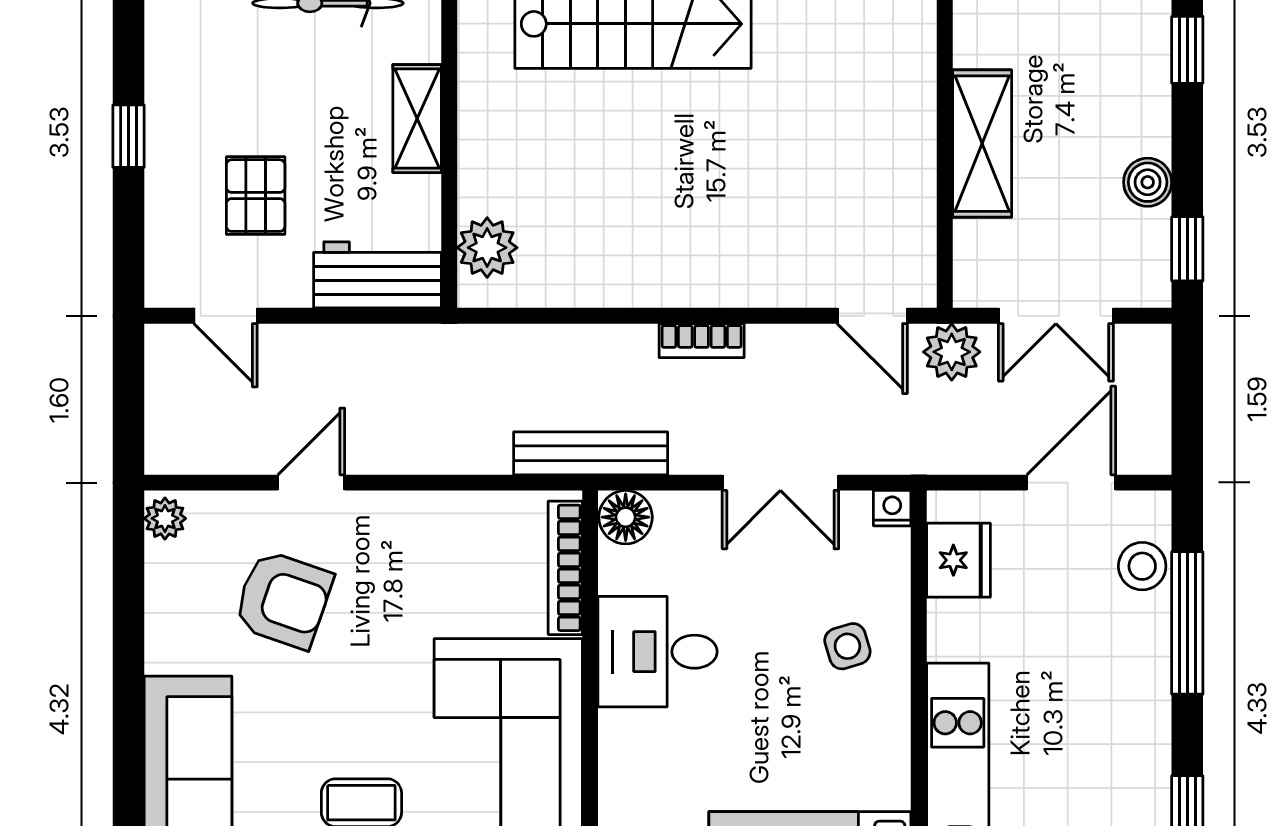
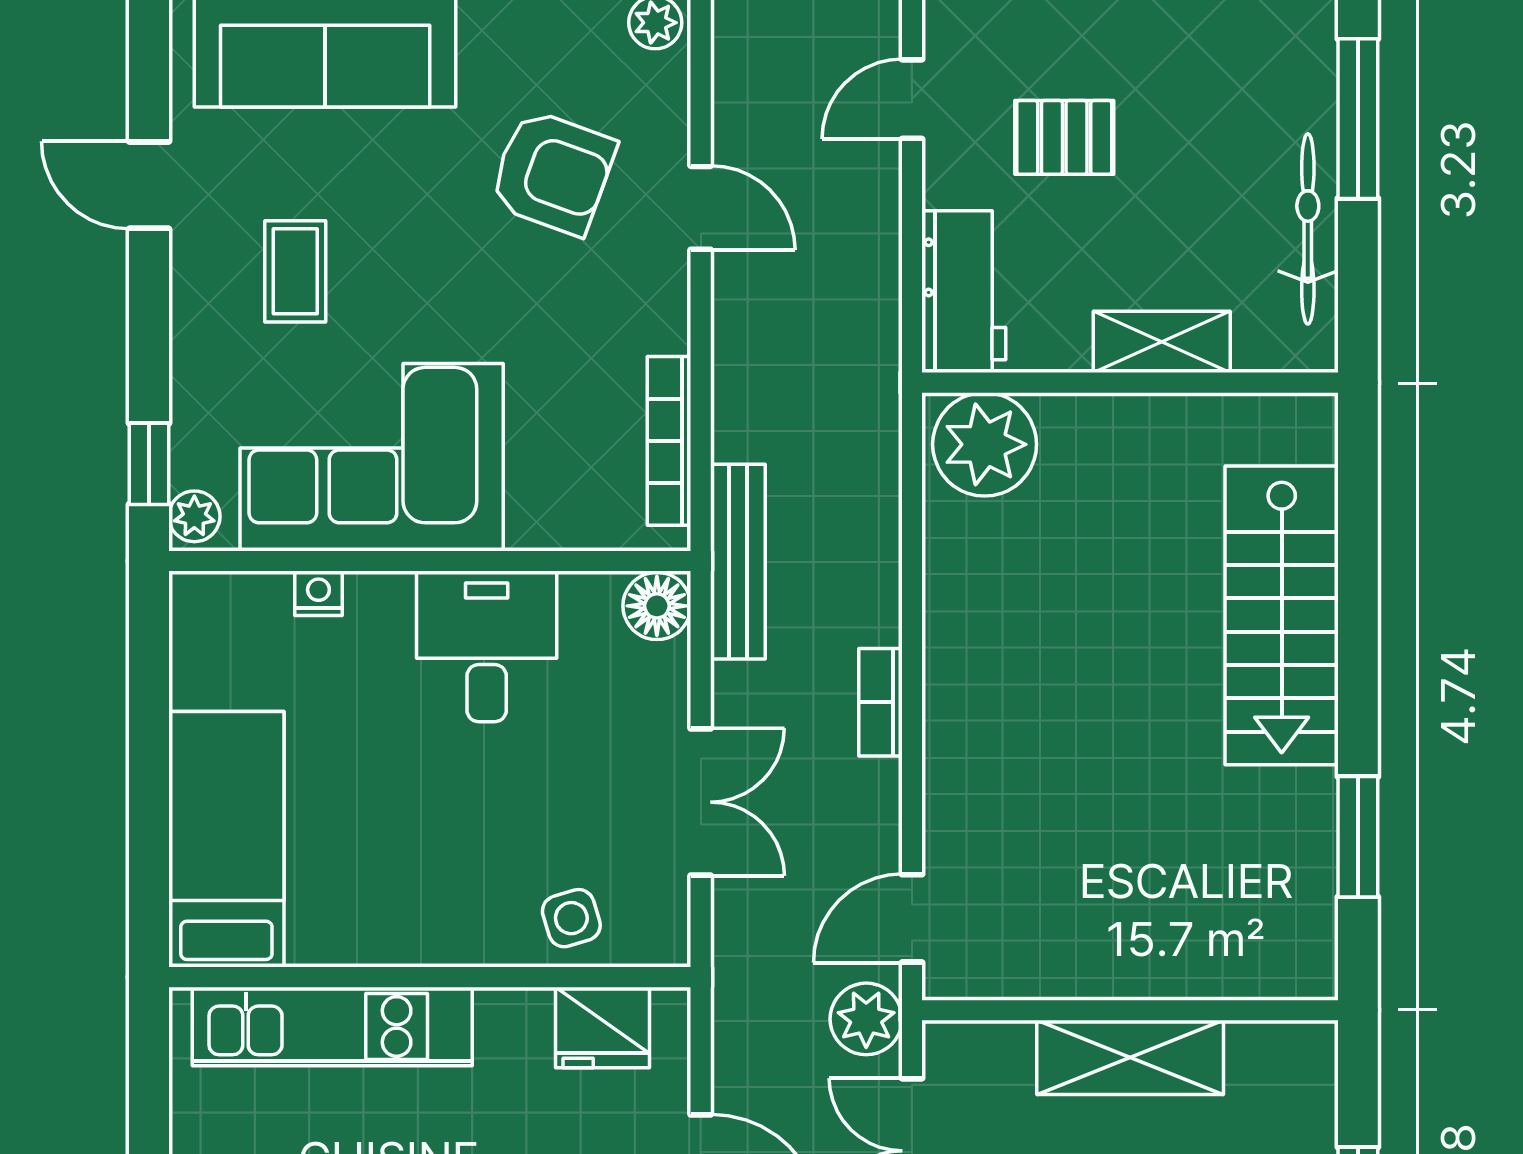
plant: (487, 248) -> (985, 444), width x1.36, depth x1.36
double door: (780, 483) -> (701, 802), swing flipped
nightstand: (892, 508) -> (318, 593), moved, turned -90
bookcase: (565, 568) -> (669, 441), moved, turned -90
armchair: (283, 599) -> (553, 172), turned -89
side table: (847, 646) -> (571, 918), moved

